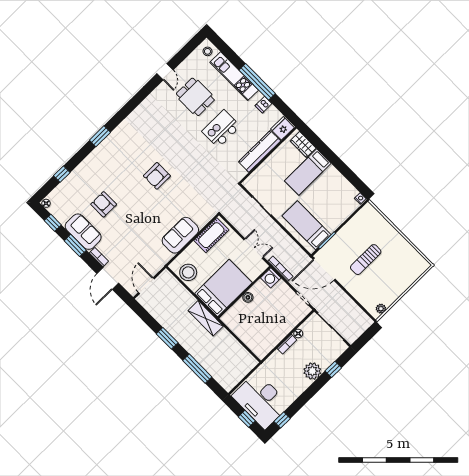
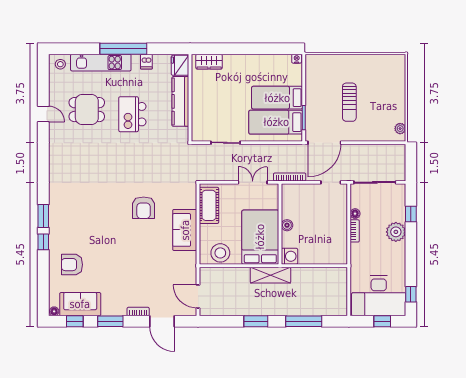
bed: (308, 172) -> (277, 98), moved, turned 90
window: (62, 174) -> (43, 242), moved
armchair: (157, 176) -> (144, 208), moved
armchair: (104, 204) -> (72, 265), moved
sofa: (83, 232) -> (80, 304), moved
washing machine: (271, 278) -> (289, 256), moved, turned -90

